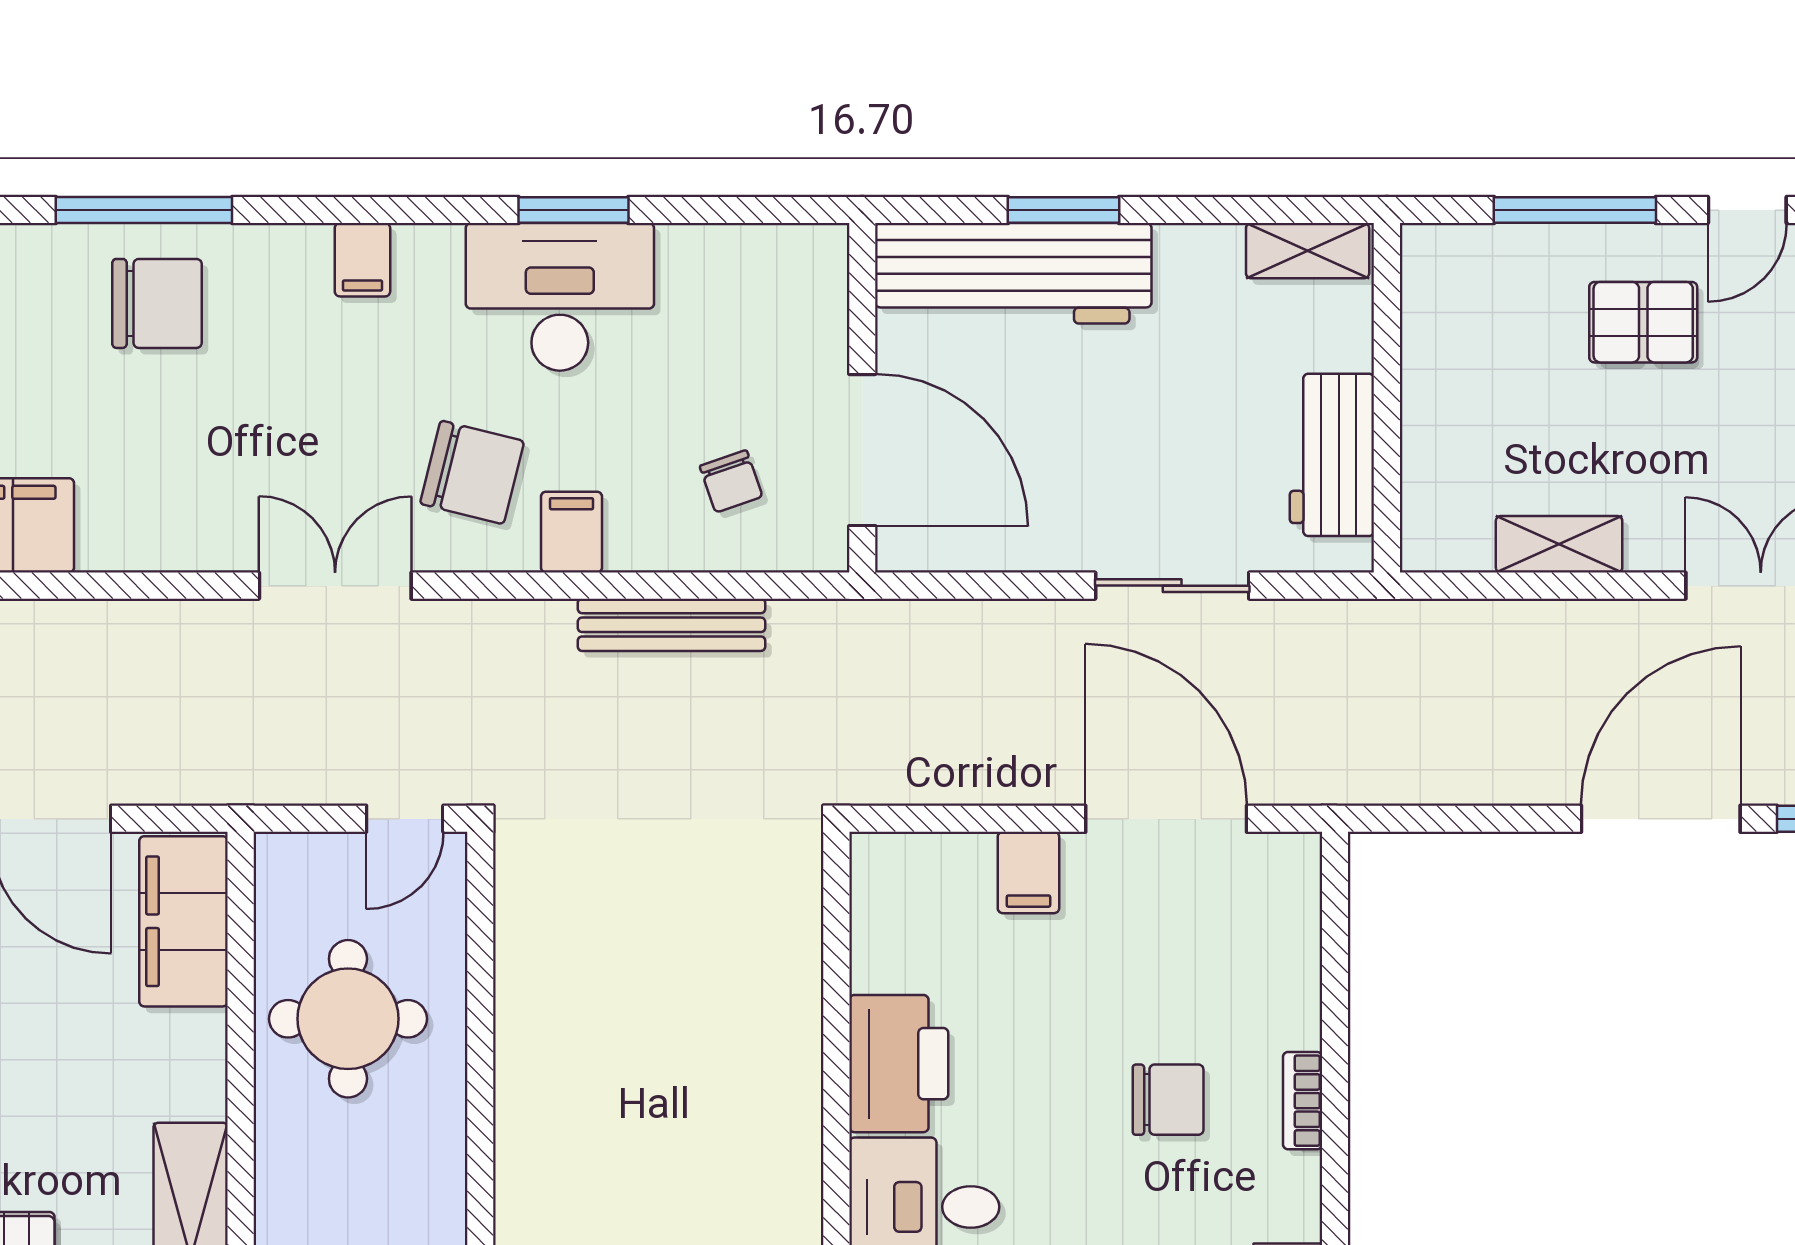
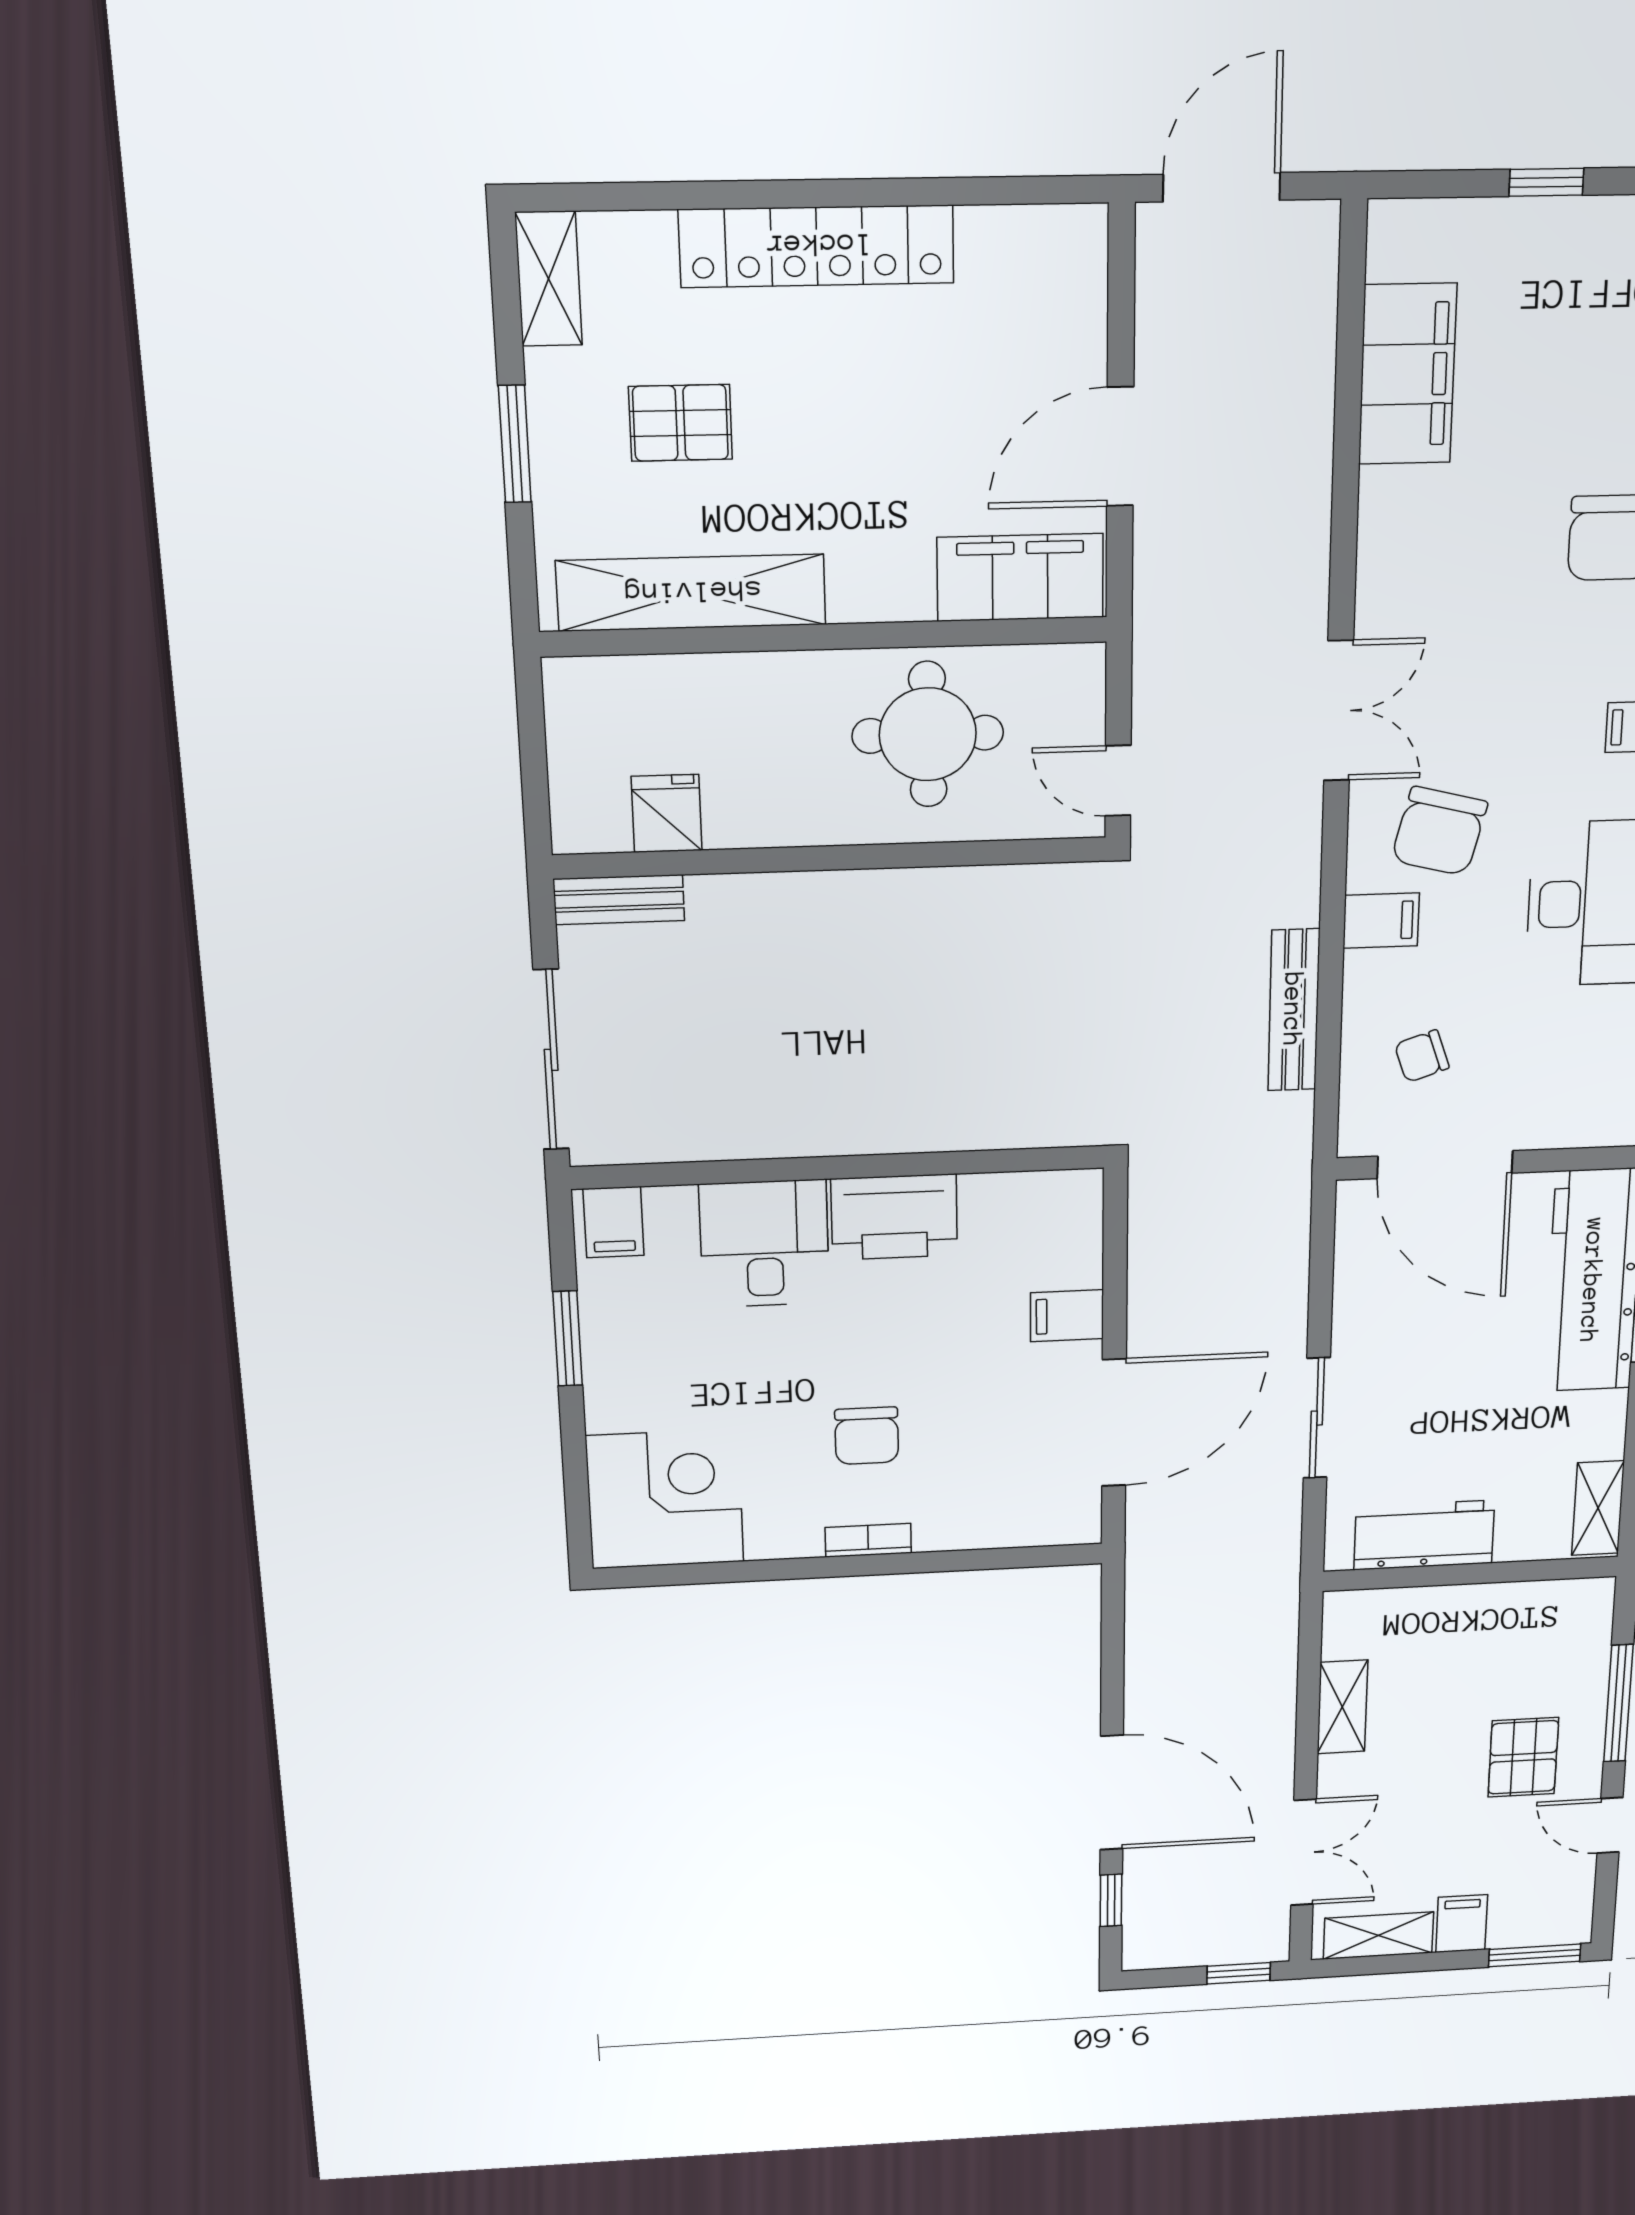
door: (862, 450) -> (1445, 1165), hinge flipped

